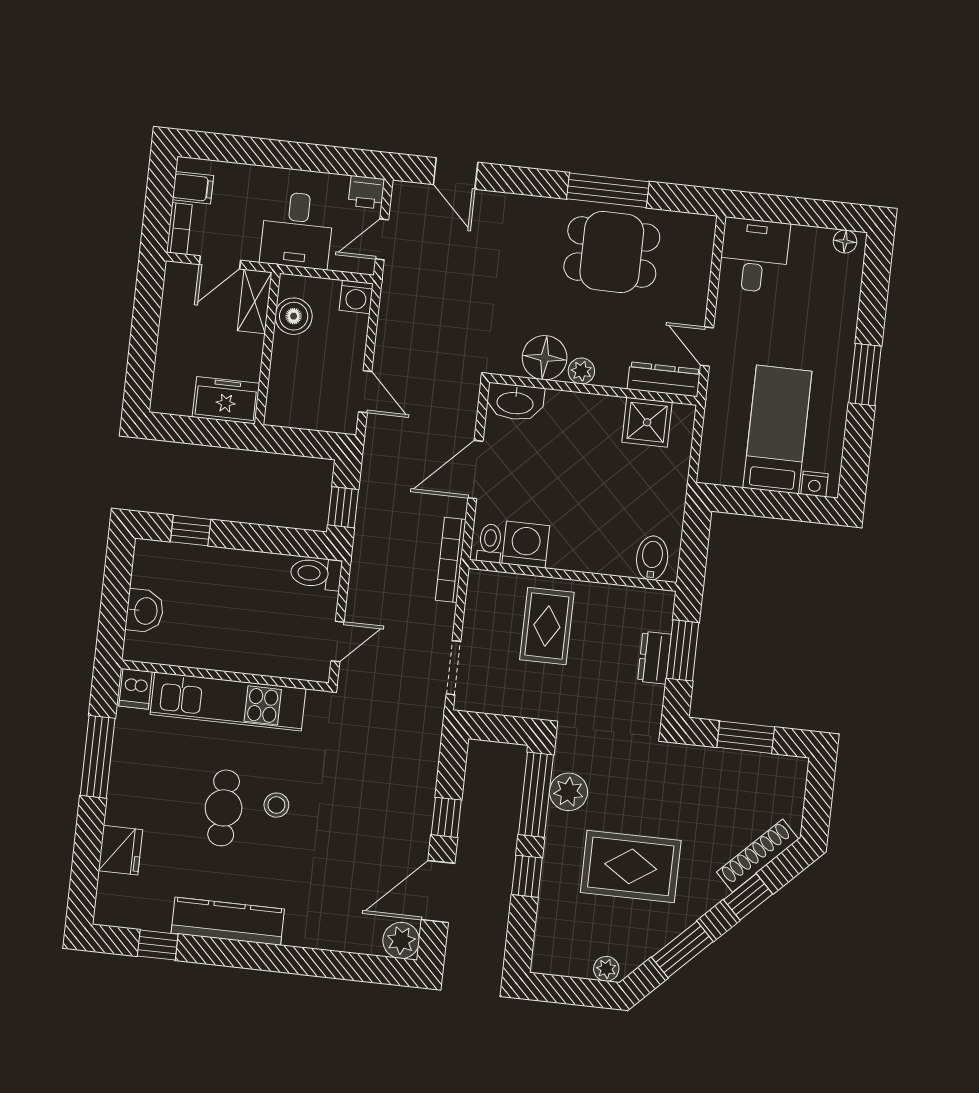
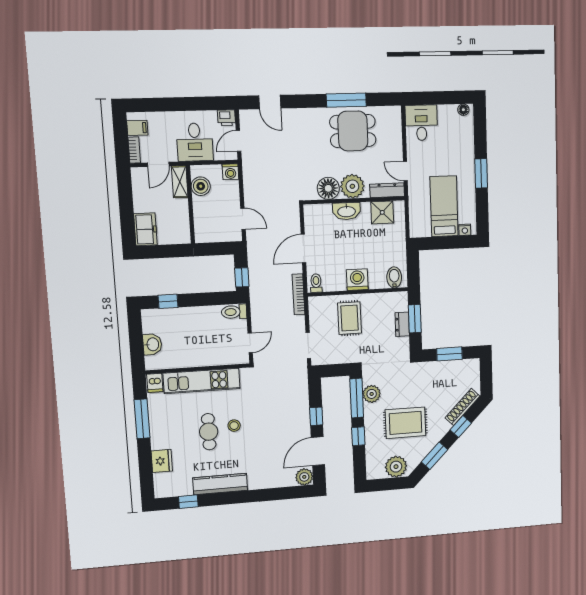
plant: (581, 371) -> (352, 186), width x1.87, depth x1.87
freezer: (226, 400) -> (145, 229), moved, turned 90
washbasin: (515, 402) -> (347, 211), moved
washing machine: (526, 545) -> (357, 280), moved
plant: (606, 969) -> (396, 467), width x1.88, depth x1.88

